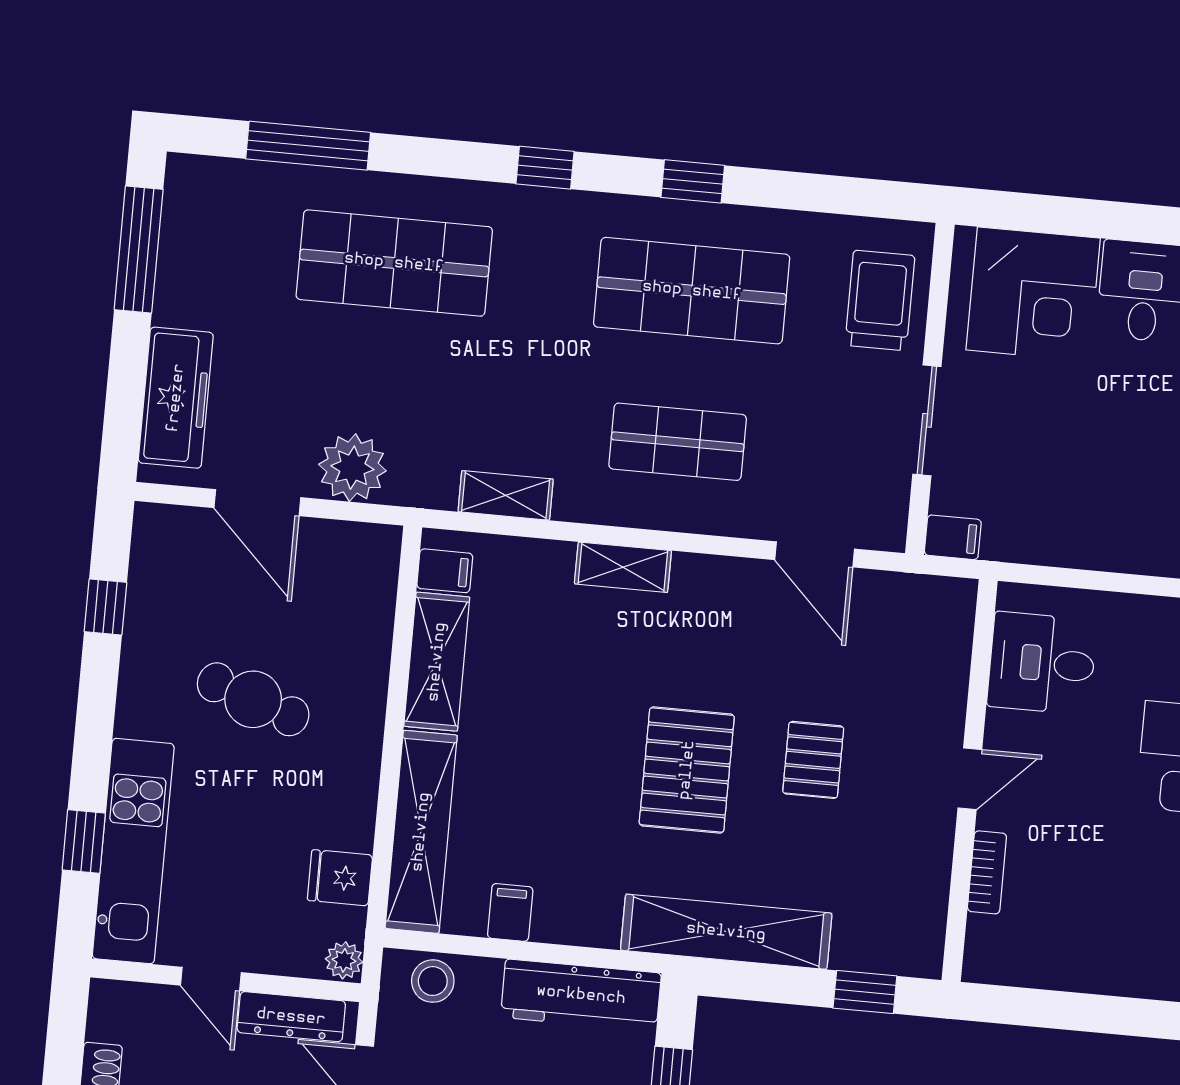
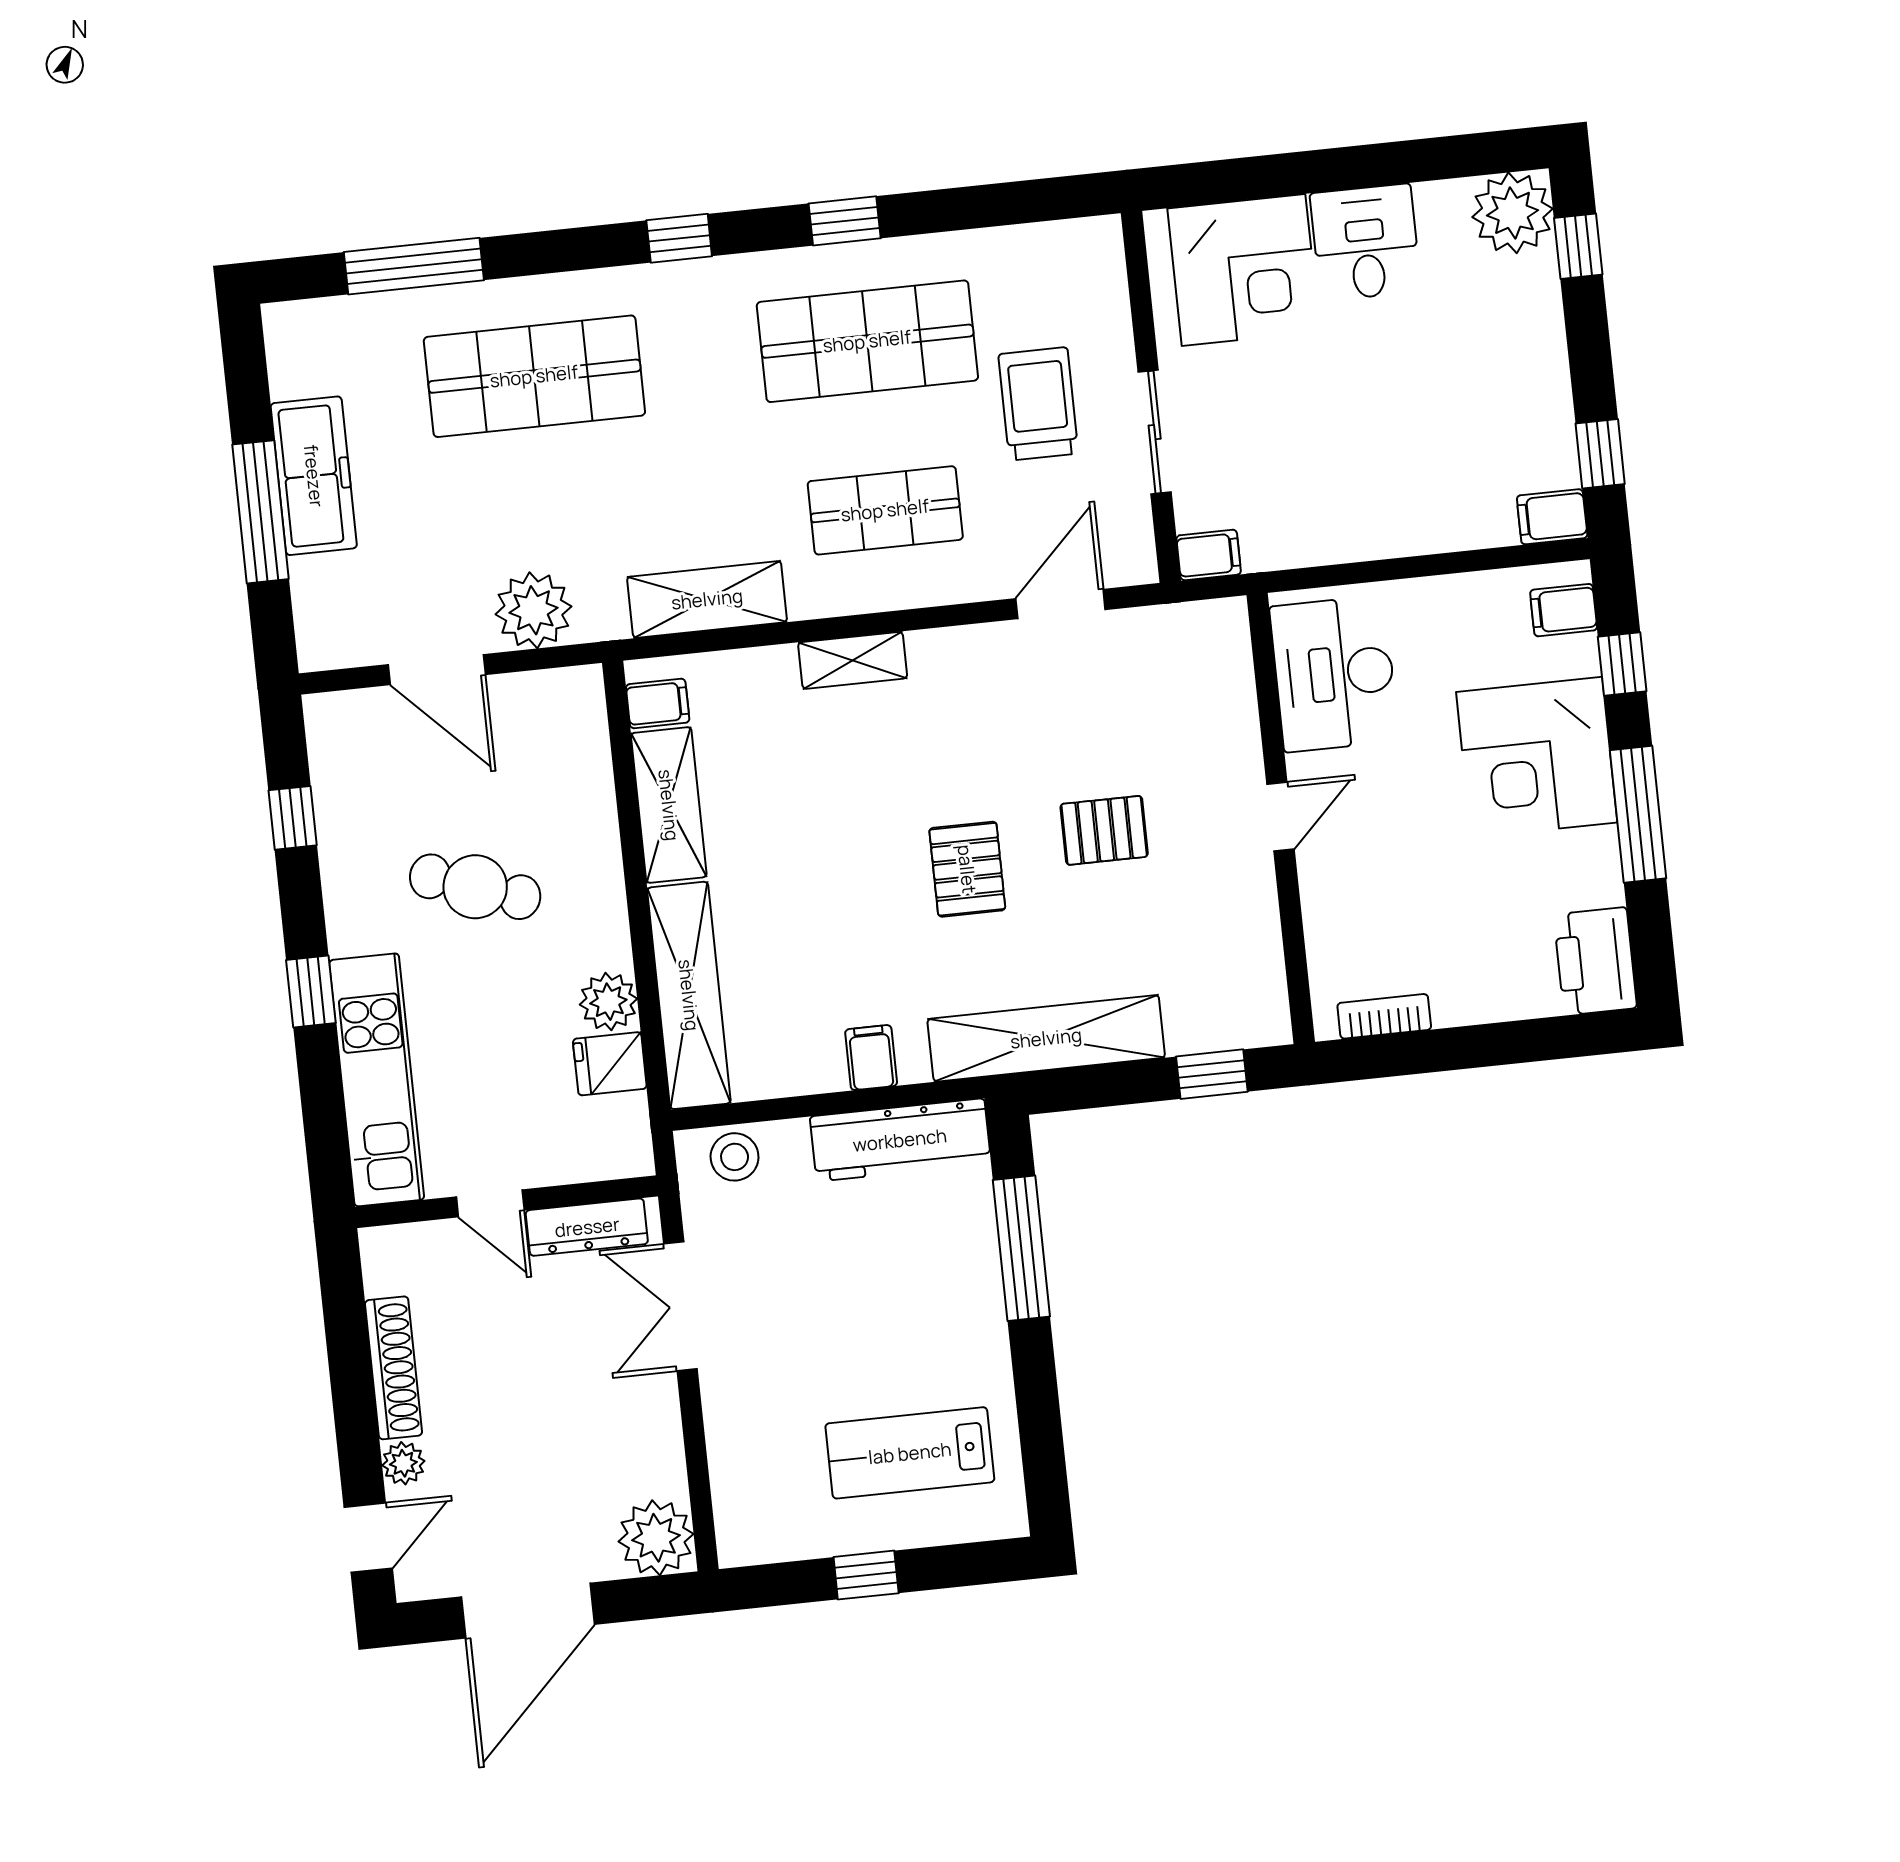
window: (139, 249) -> (260, 512), moved
trolley: (880, 300) -> (1038, 404), moved
freezer: (176, 398) -> (314, 476), moved
shelving: (506, 495) -> (707, 599), width x1.50, depth x1.33
door: (815, 554) -> (1061, 604), swing flipped
desk: (1042, 663) -> (1334, 674), width x1.37
pallet: (813, 760) -> (1104, 830), turned 90
pallet: (687, 770) -> (967, 869), width x0.67, depth x0.71
window: (84, 841) -> (311, 992), moved
bookcase: (987, 872) -> (1384, 1016), moved, turned -90
filing cabinet: (510, 912) -> (871, 1058), moved
plant: (344, 960) -> (608, 1002), moved, width x1.38, depth x1.38

